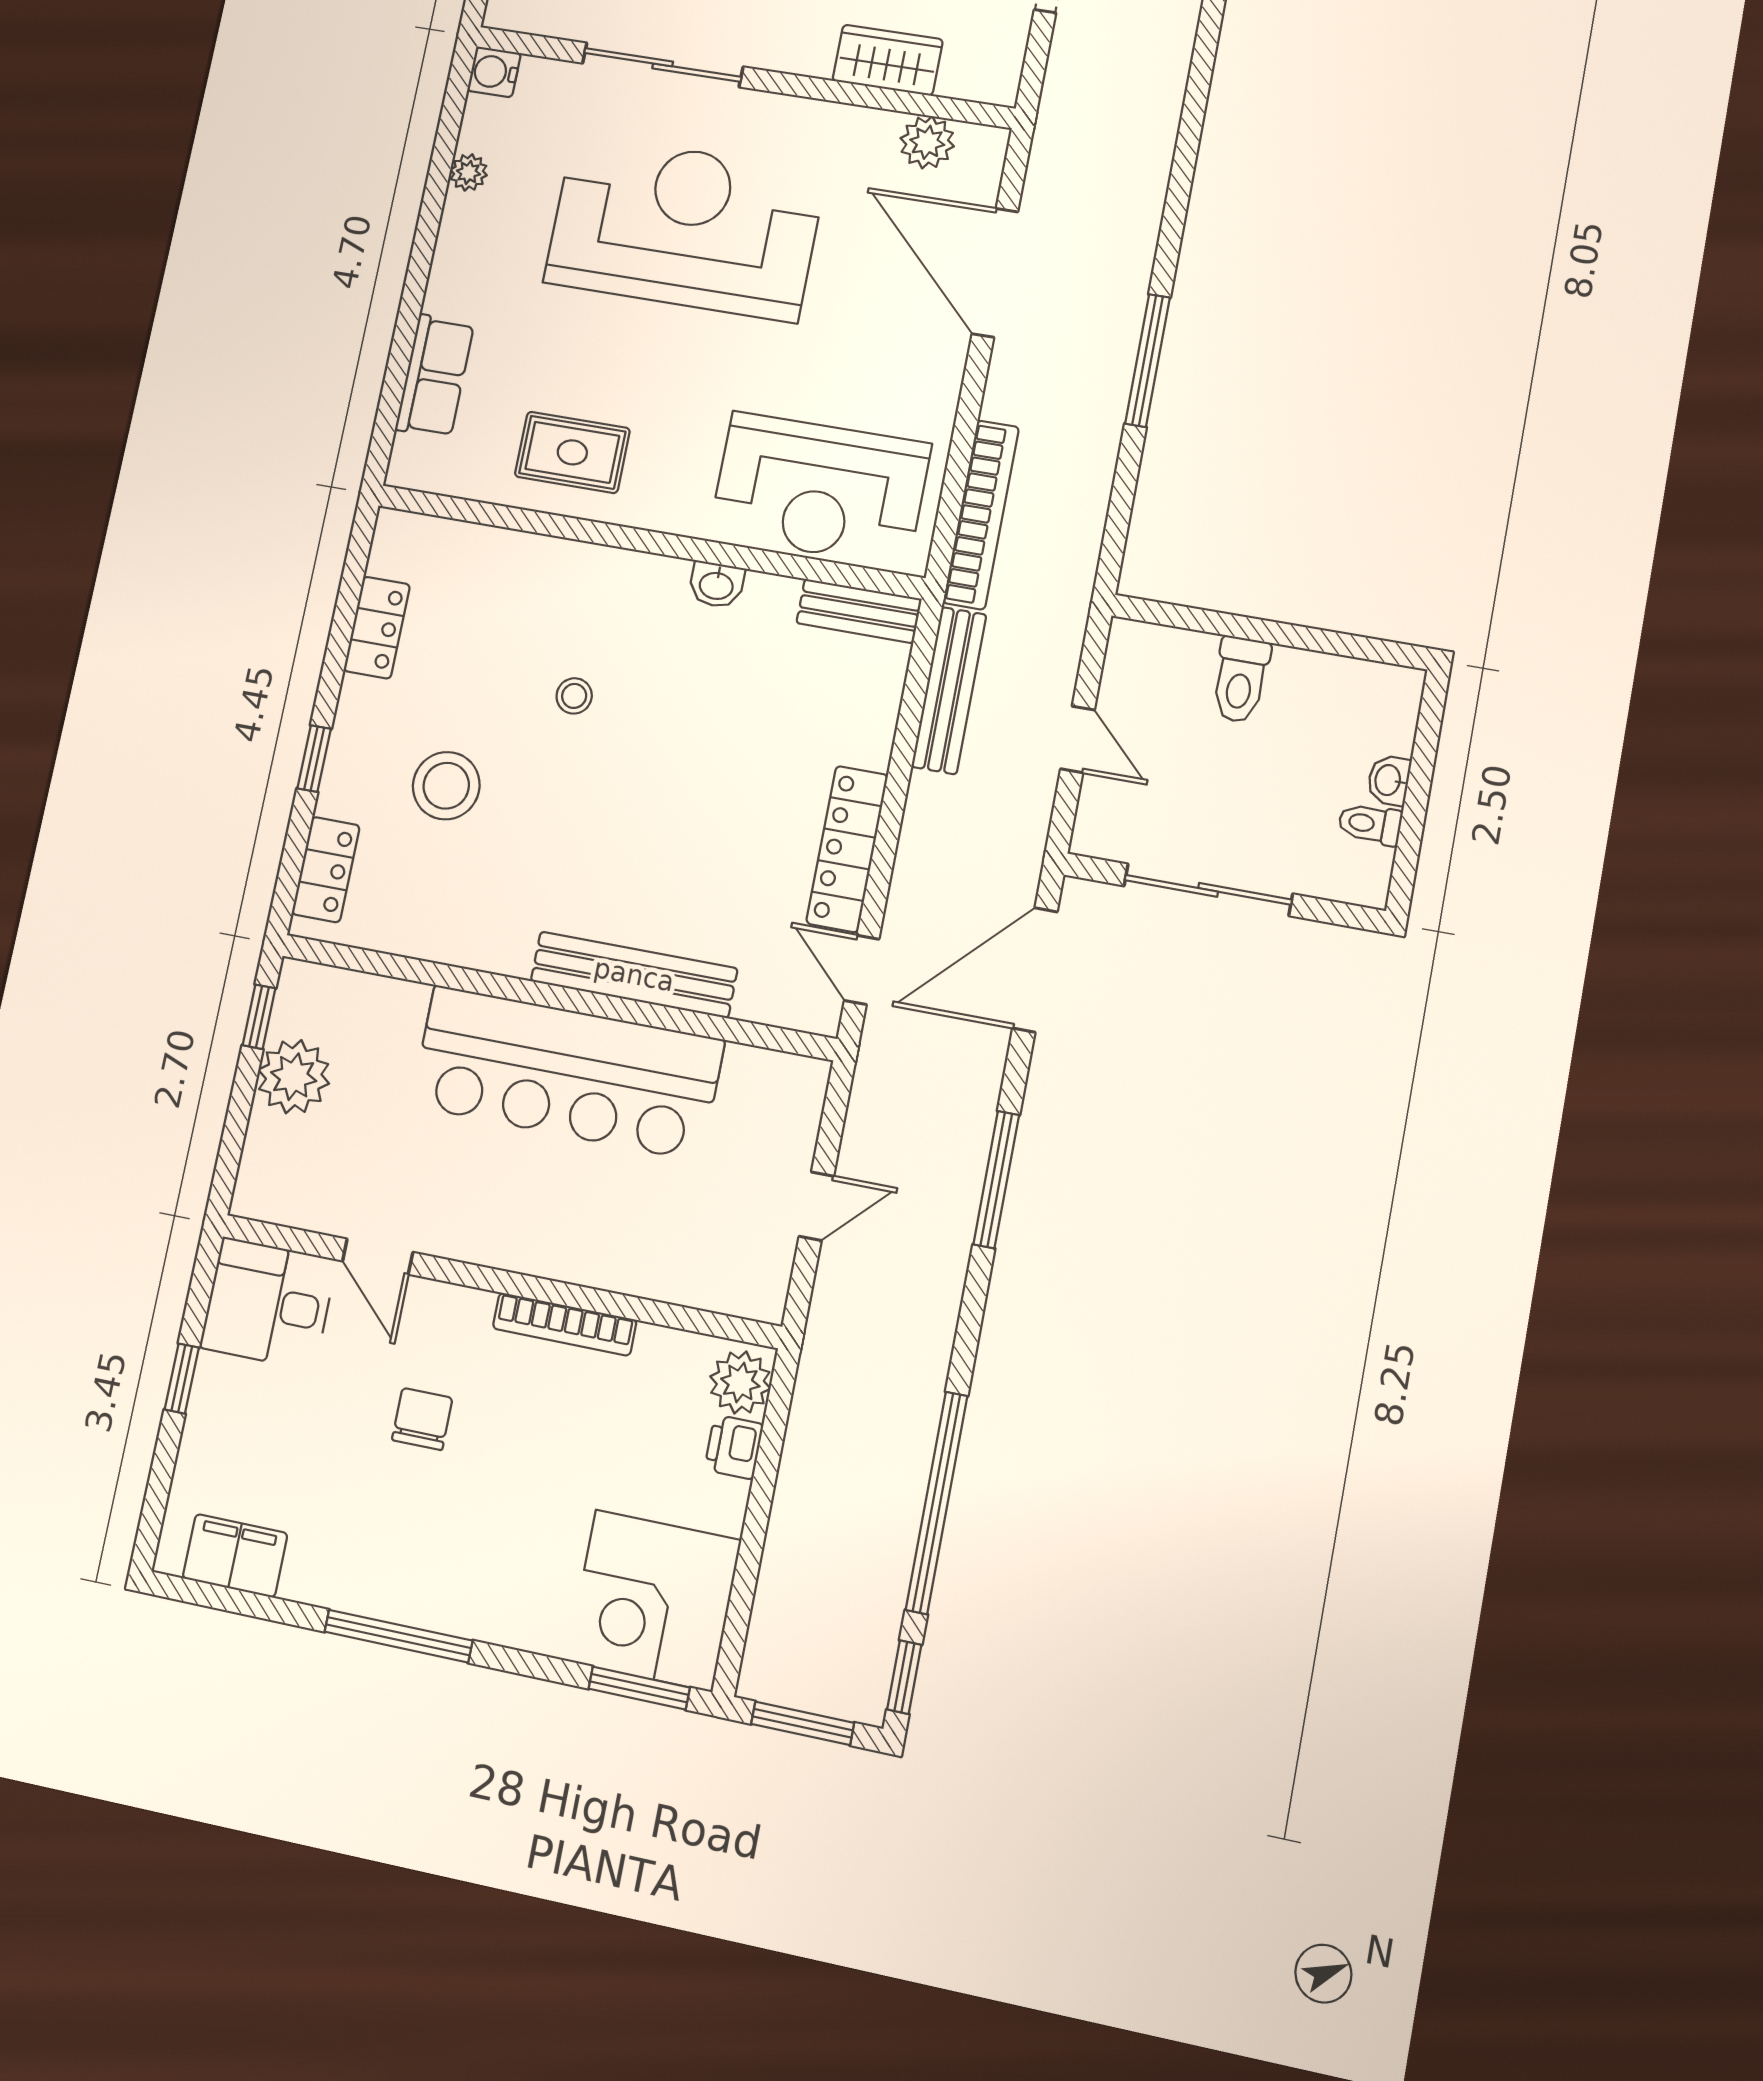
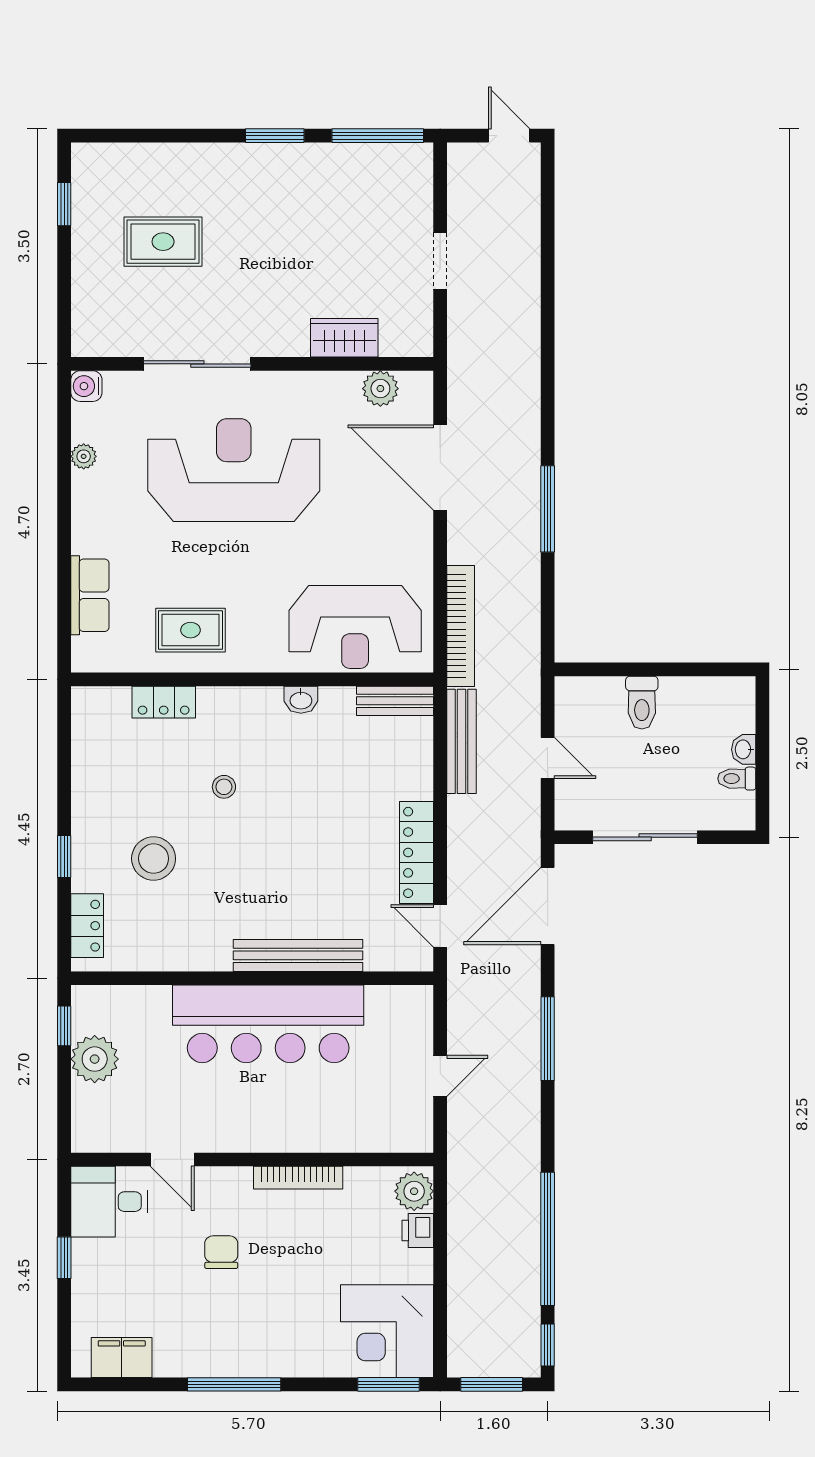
locker: (377, 628) -> (164, 702), moved, turned 90

